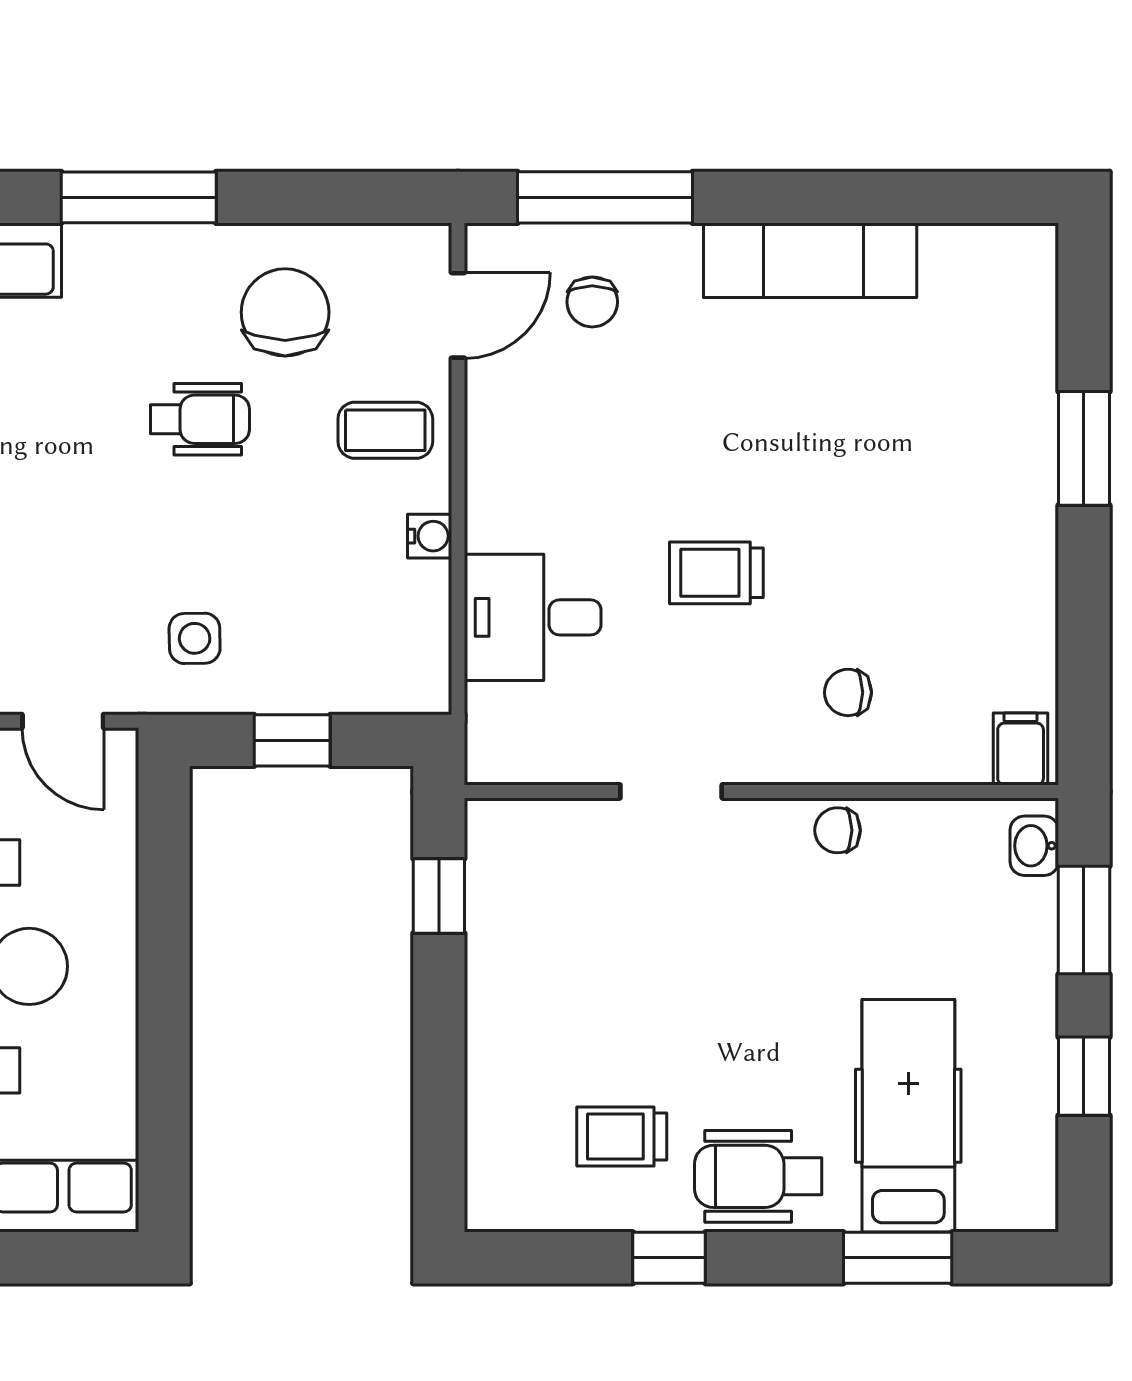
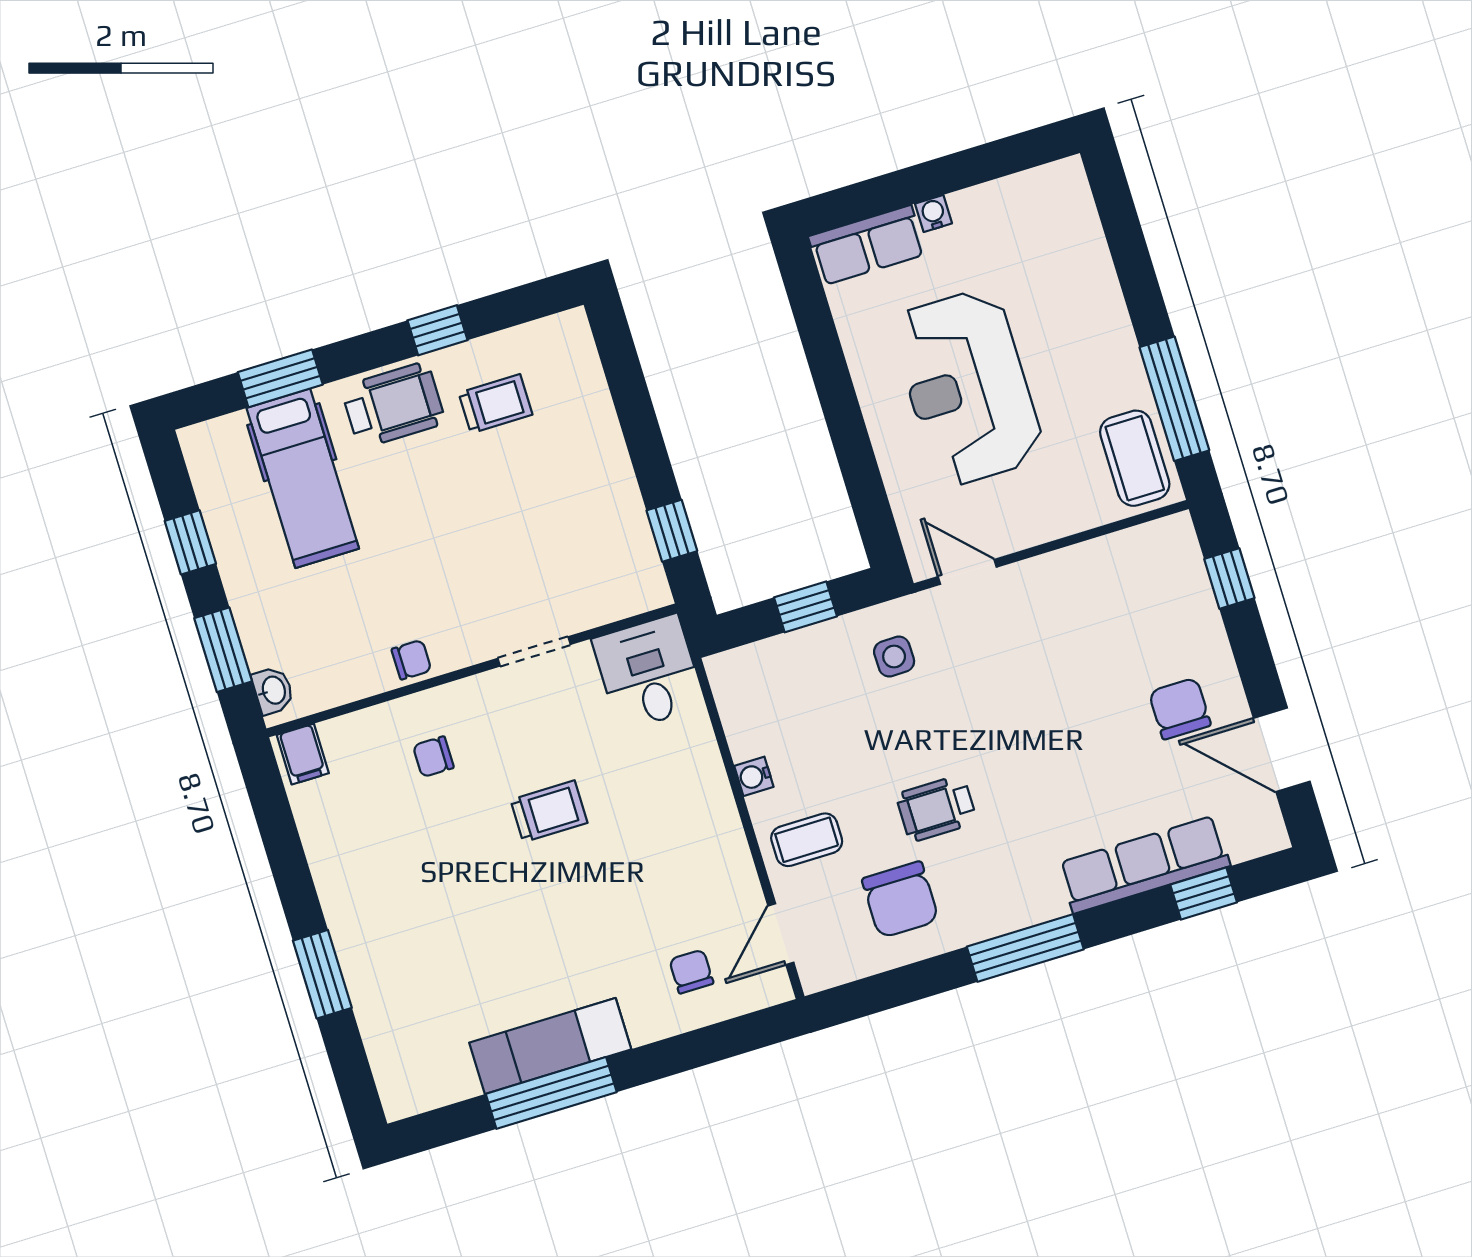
window: (605, 197) -> (551, 1093), moved
desk: (533, 617) -> (648, 673), moved, turned -90
chair: (848, 692) -> (433, 757), turned 180

